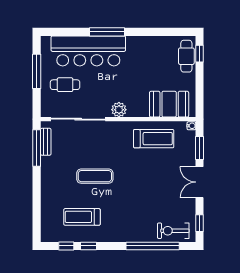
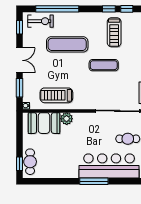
plant: (119, 110) -> (67, 119), moved
exercise mat: (140, 202) -> (67, 44), added
treadmill: (82, 217) -> (114, 32), turned 90

